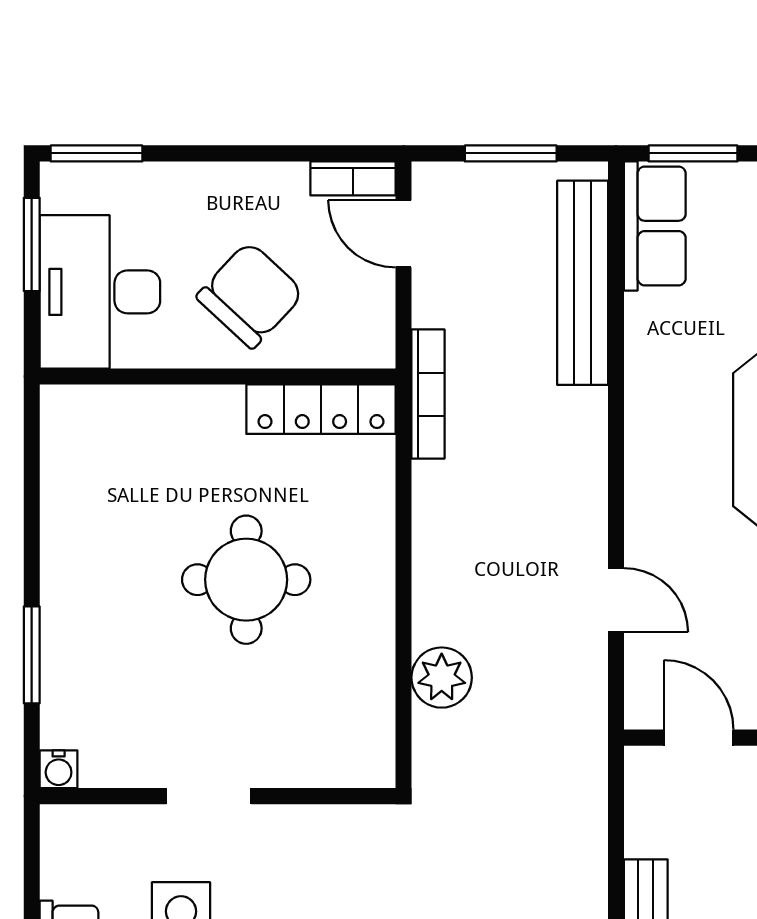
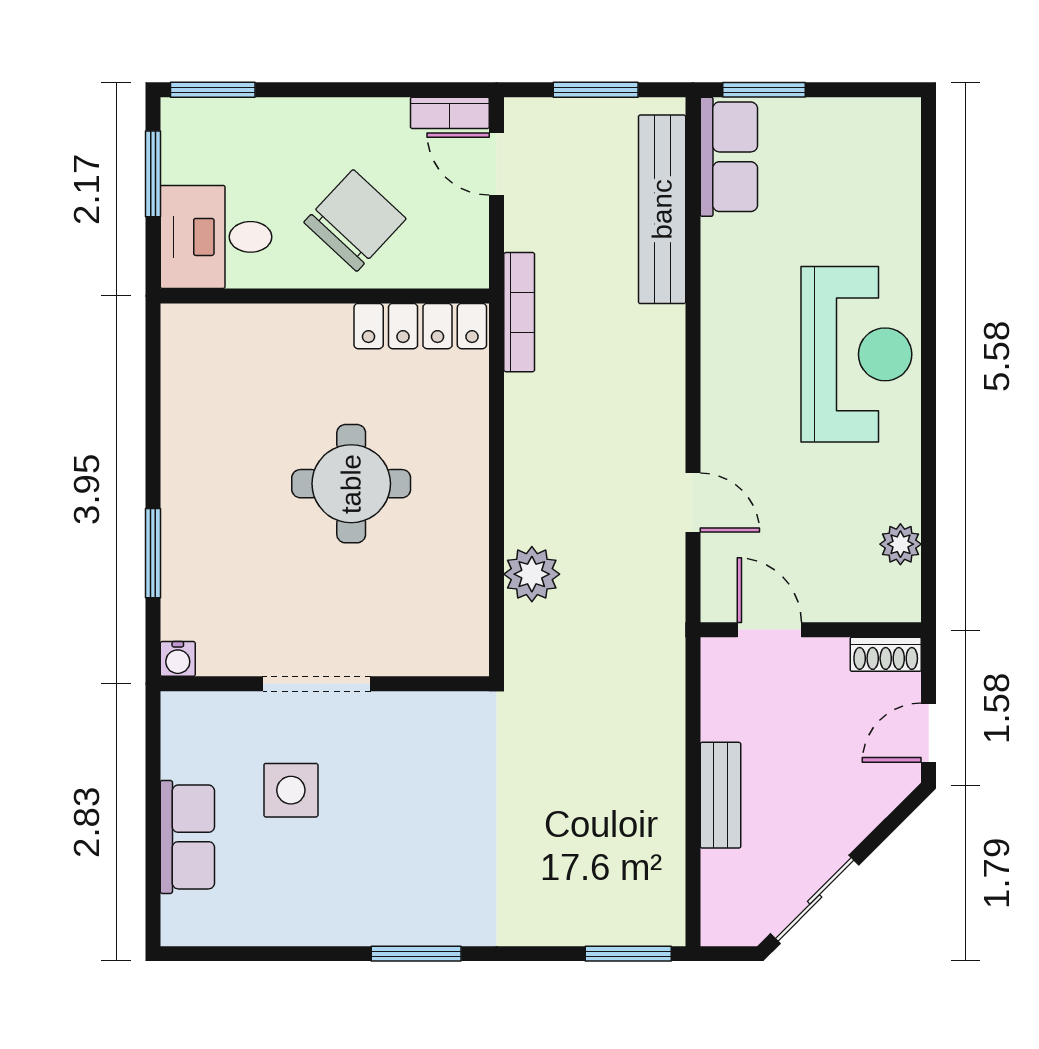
desk: (100, 292) -> (216, 237), width x0.73
doorway: (209, 796) -> (317, 684), width x1.38

